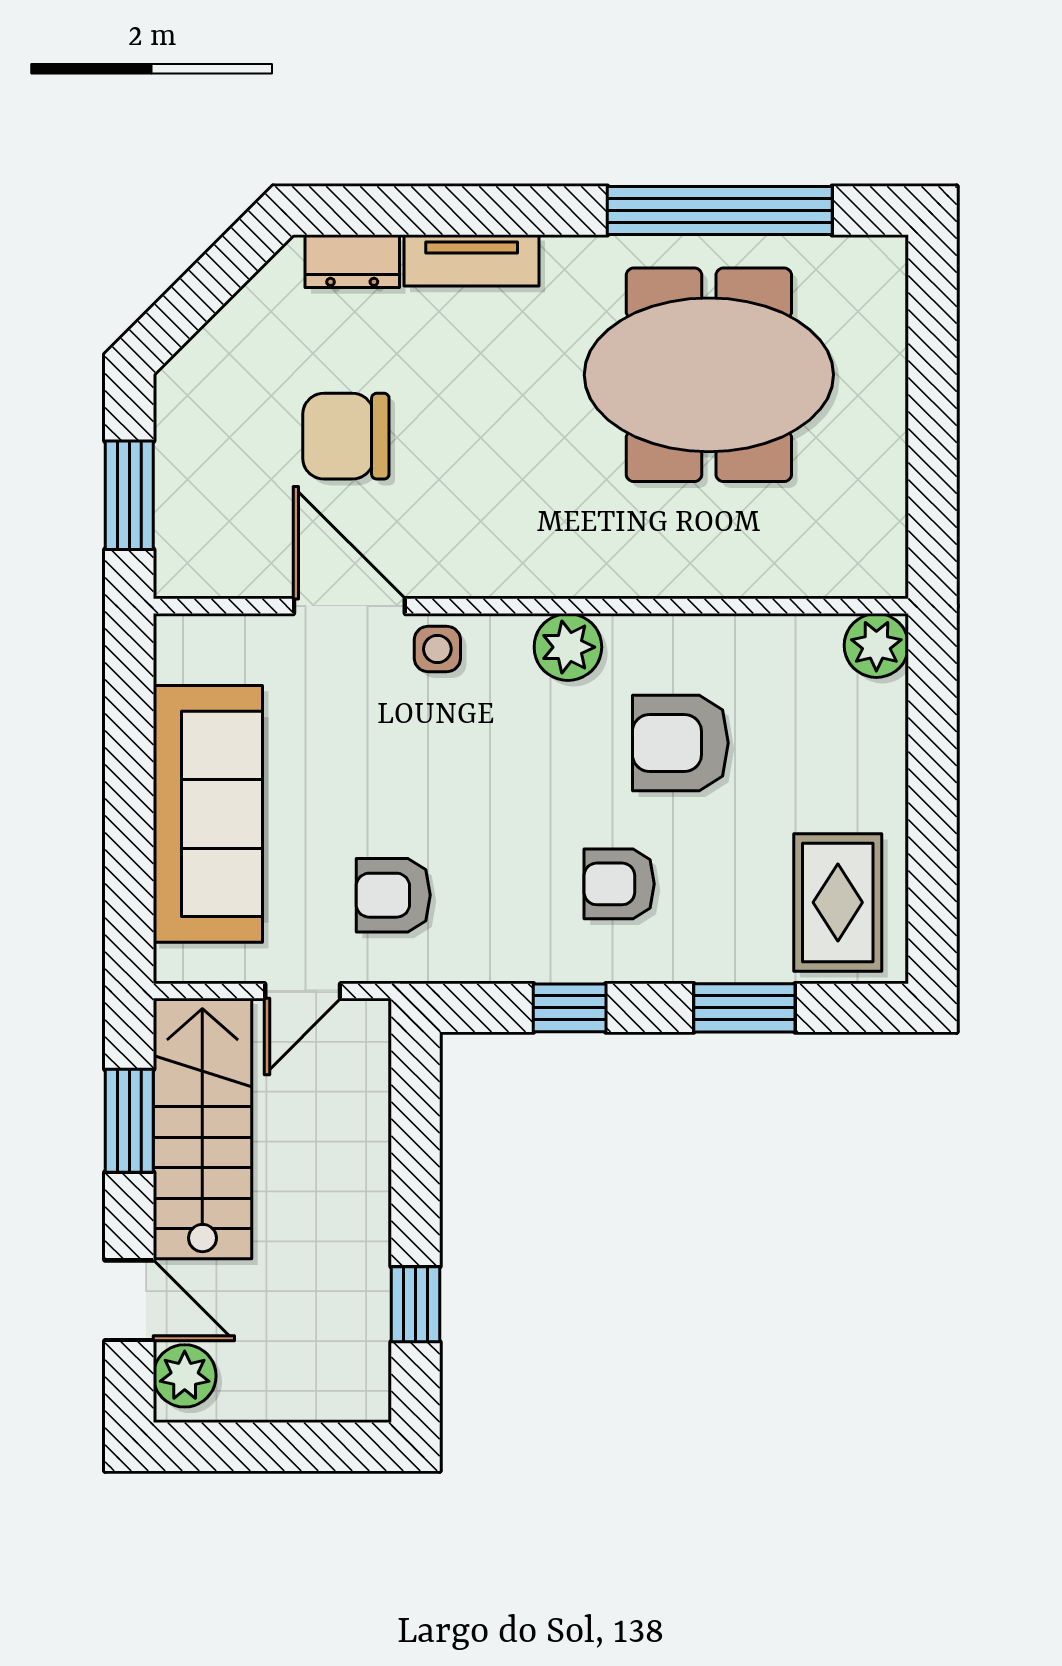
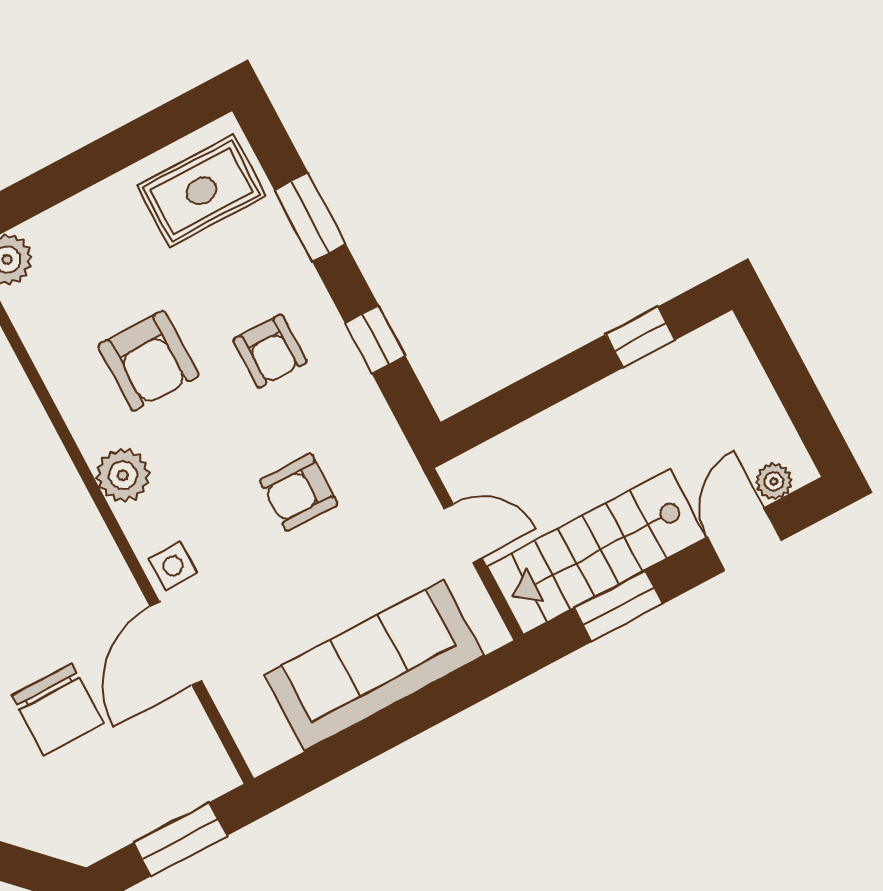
armchair: (393, 895) -> (299, 492), moved, turned 90
plant: (185, 1376) -> (774, 481), width x0.73, depth x0.73

